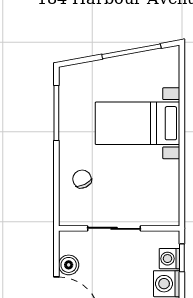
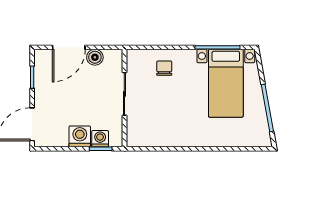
bed with nightstands: (138, 123) -> (226, 83), moved, turned 180
chair: (82, 179) -> (164, 68), turned -64

